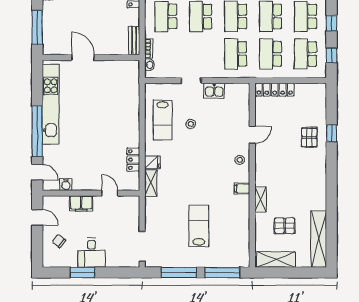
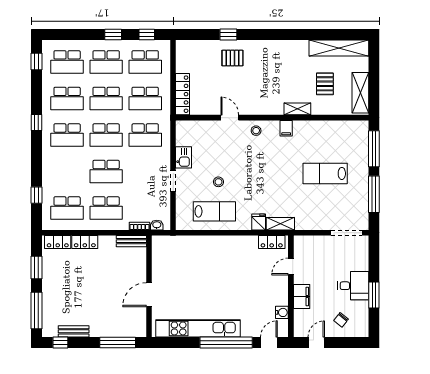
locker: (133, 159) -> (272, 242), moved

